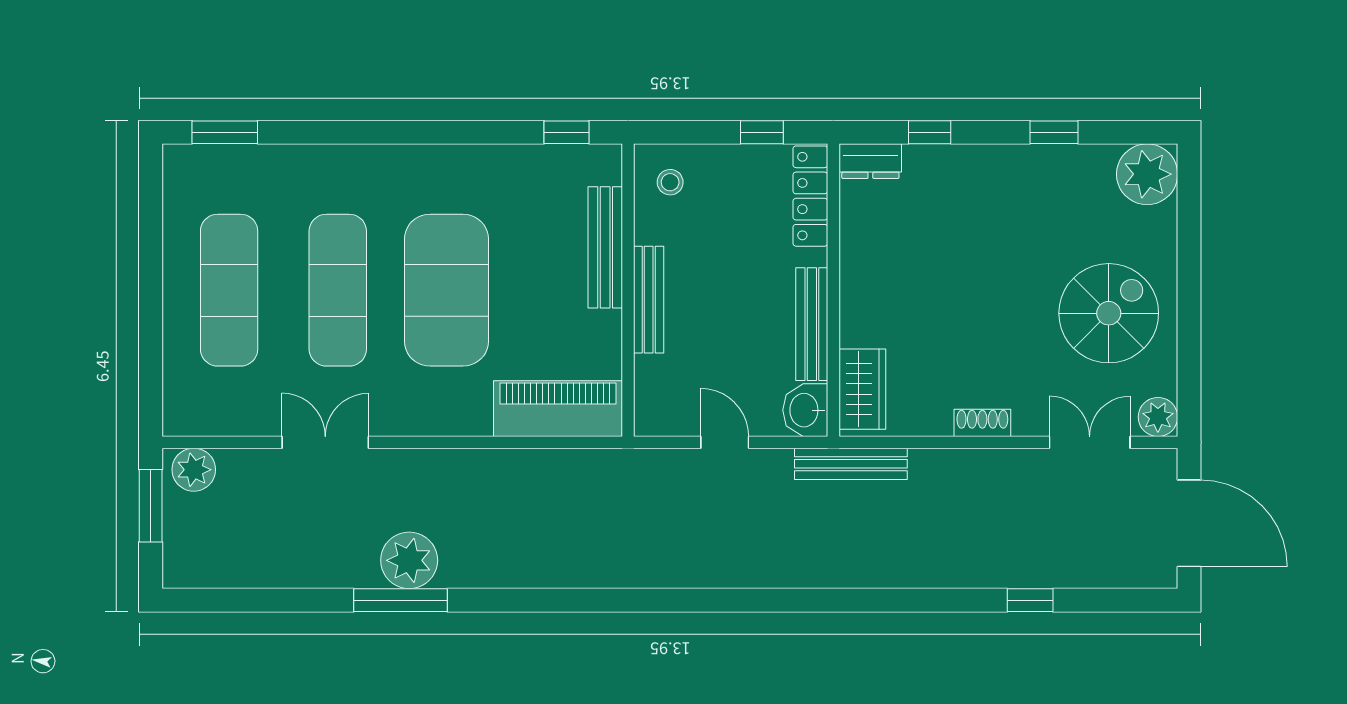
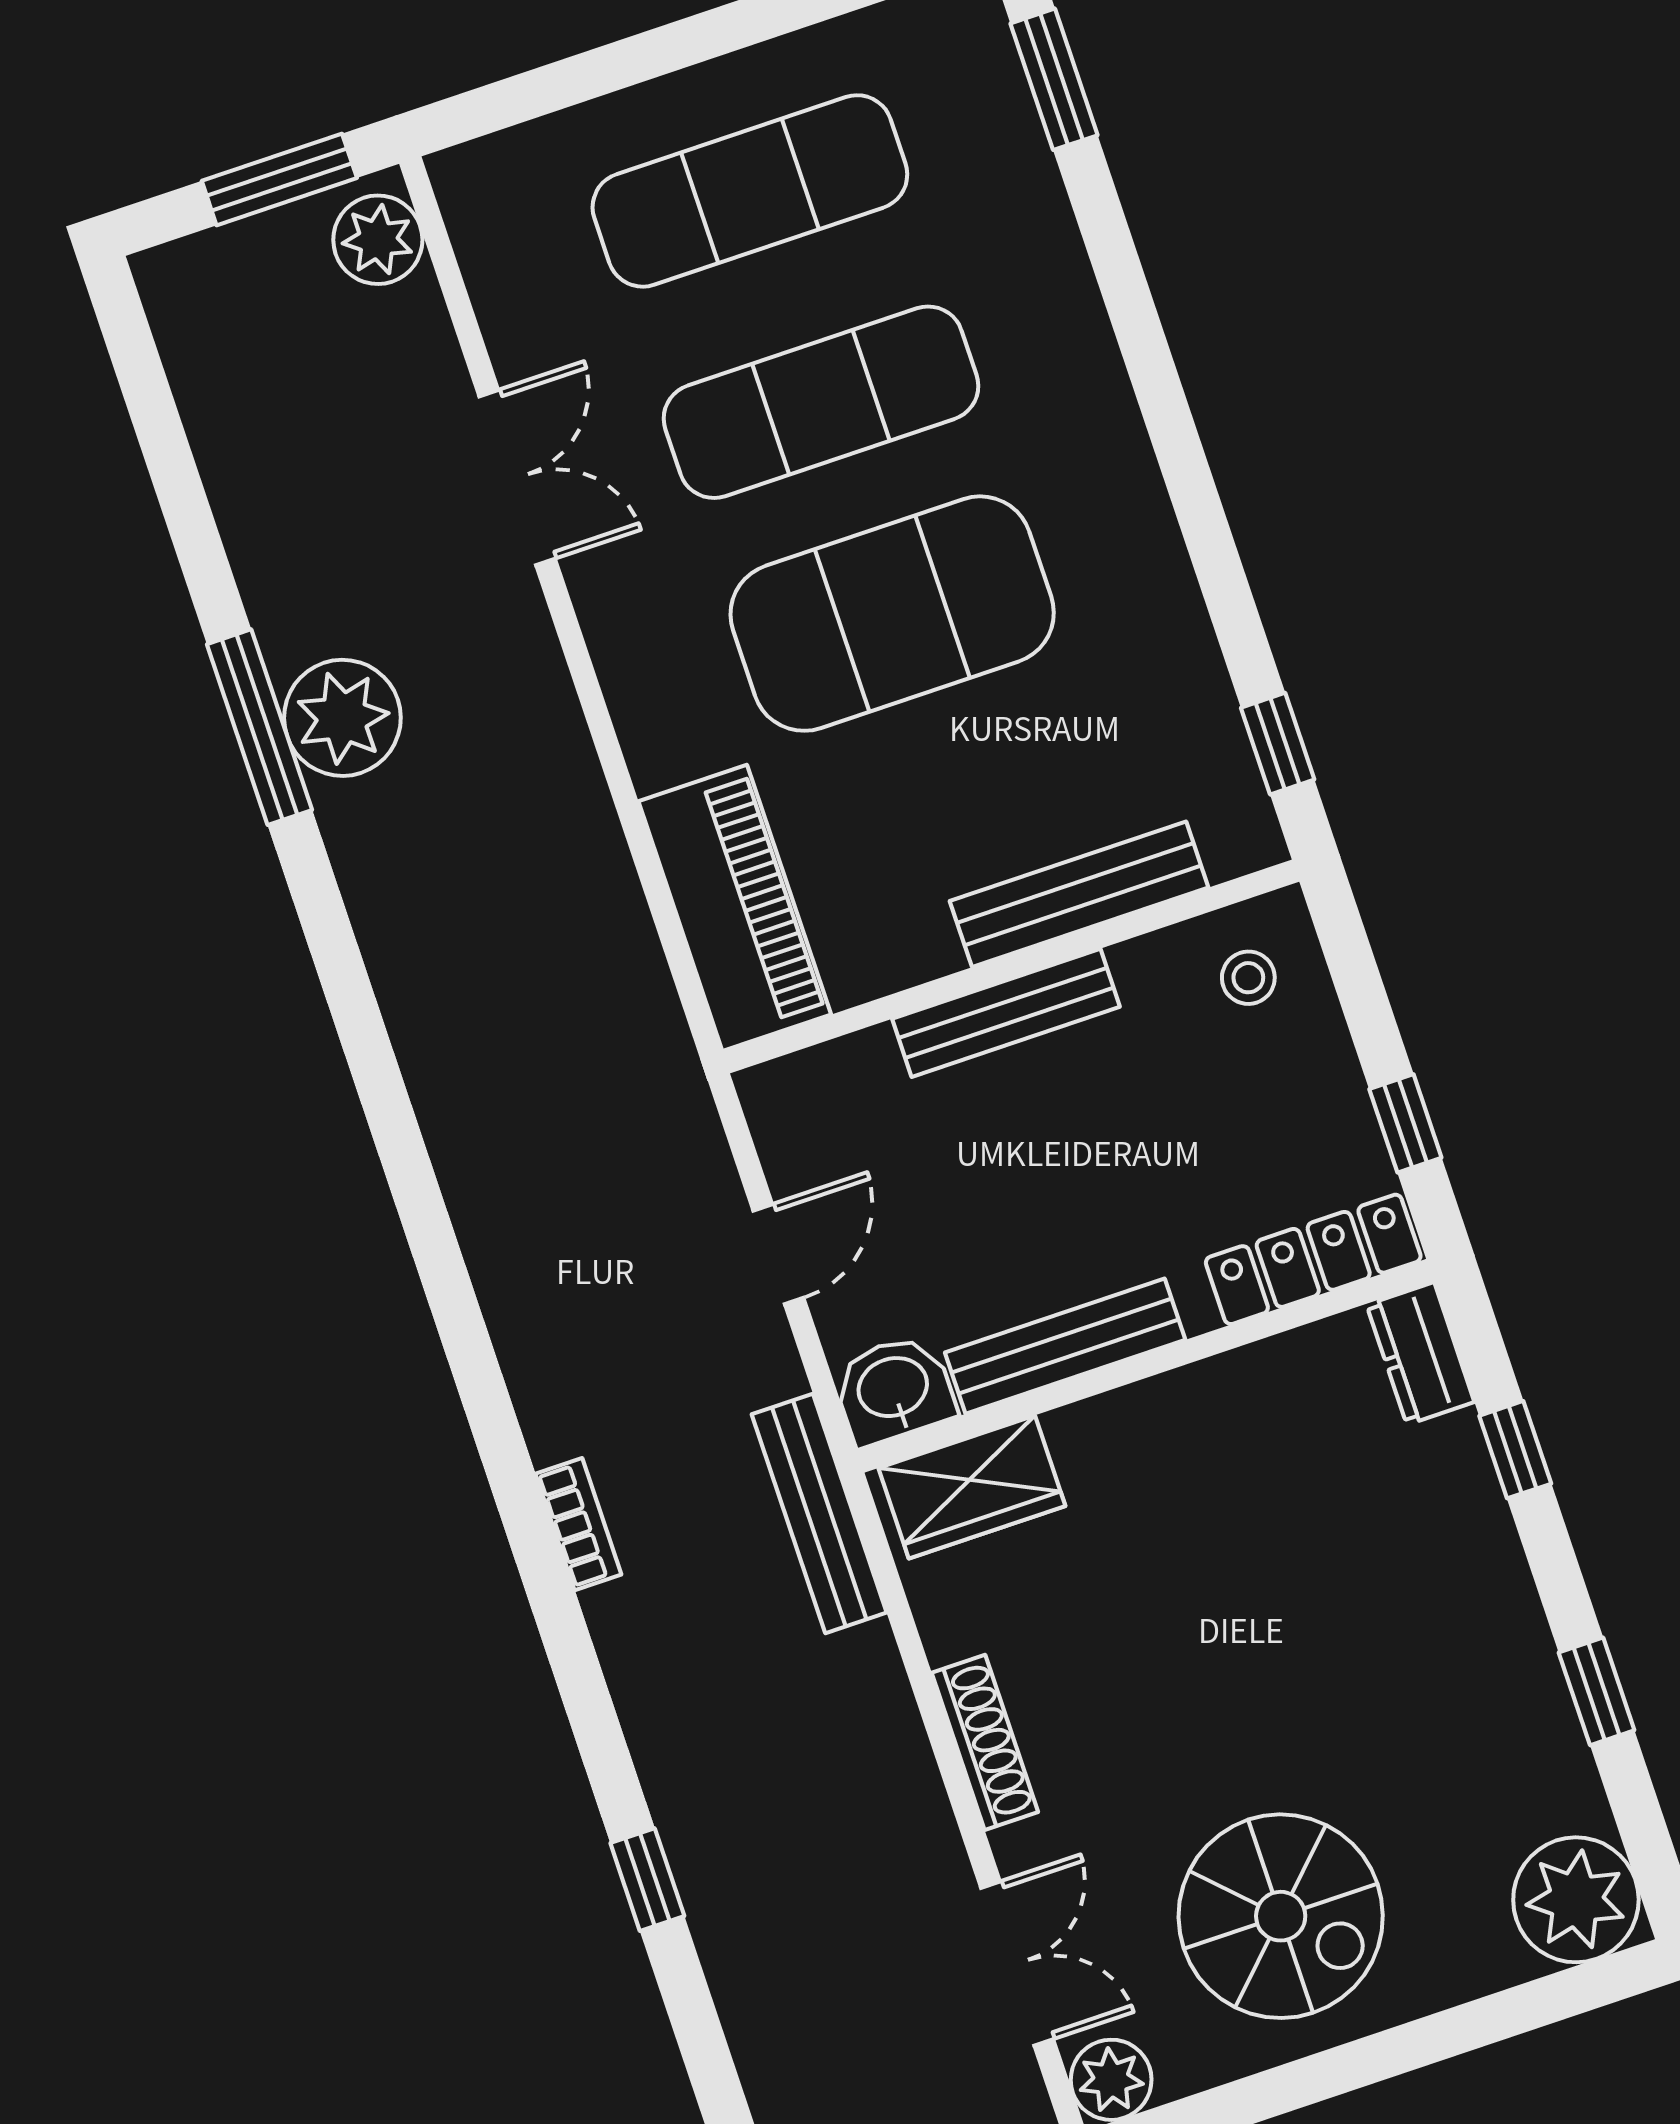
shoe rack: (982, 423) -> (985, 1742), width x1.43
bookcase: (818, 577) -> (578, 1524), added
window: (1030, 600) -> (647, 1880), moved

